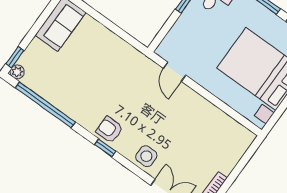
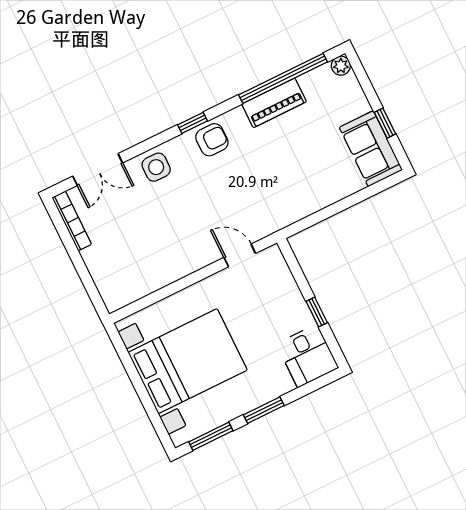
window: (15, 57) -> (385, 123), moved
piano: (64, 102) -> (274, 103), added

